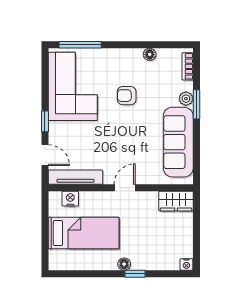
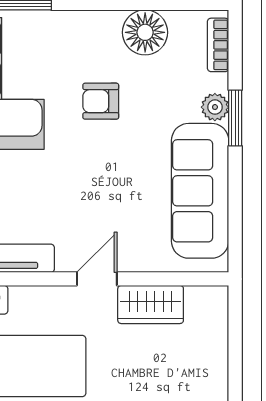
floor lamp: (150, 54) -> (145, 32), width x1.89, depth x1.89
wardrobe: (176, 201) -> (151, 304), moved

